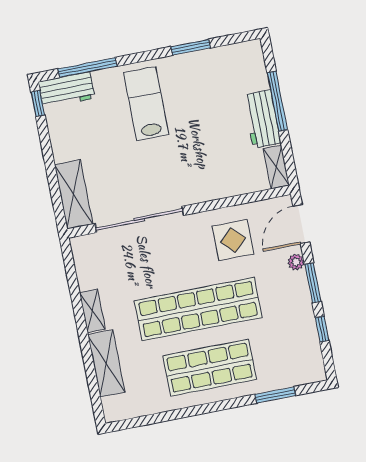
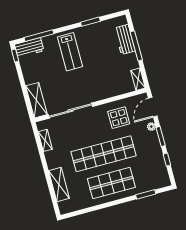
lab bench: (146, 104) -> (70, 52), turned 180
workbench: (262, 119) -> (125, 39), moved
shelving: (92, 311) -> (45, 140), moved

